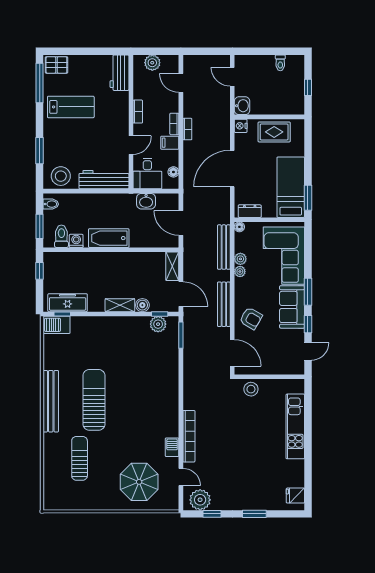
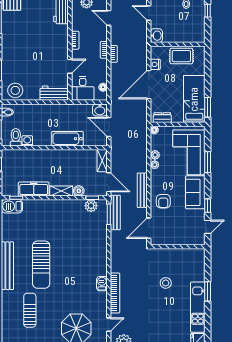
window: (308, 87) -> (208, 11), moved
lab bench: (71, 107) -> (23, 37), removed
nightstand: (241, 126) -> (155, 64), moved
filing cabinet: (170, 143) -> (100, 64), removed
workbench: (104, 180) -> (54, 93), width x0.73
washbasin: (146, 201) -> (100, 110), moved
bathtub: (109, 238) -> (67, 139), moved
bench: (224, 247) -> (115, 212), moved
window: (308, 292) -> (208, 162), moved
freezer: (68, 303) -> (34, 189), moved
armchair: (251, 318) -> (163, 201), turned 60
door: (232, 353) -> (149, 228), swing flipped
stool: (251, 389) -> (166, 283), moved
sun lounger: (94, 400) -> (41, 265), turned 180
kitchen unit: (295, 426) -> (198, 307), moved
window: (308, 434) -> (208, 291), added
barbecue: (172, 447) -> (102, 284), moved
door: (181, 477) -> (109, 325), hinge flipped

